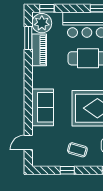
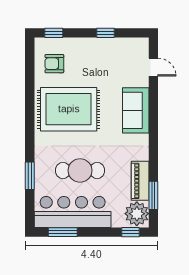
door: (28, 143) -> (153, 67), hinge flipped
coffee table: (77, 150) -> (93, 58), removed

